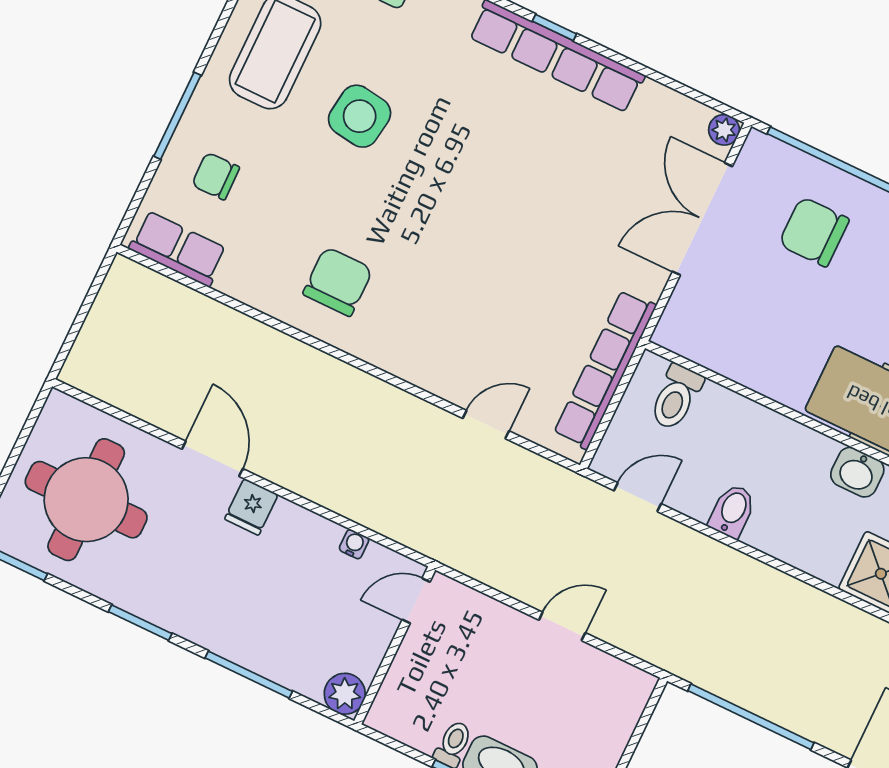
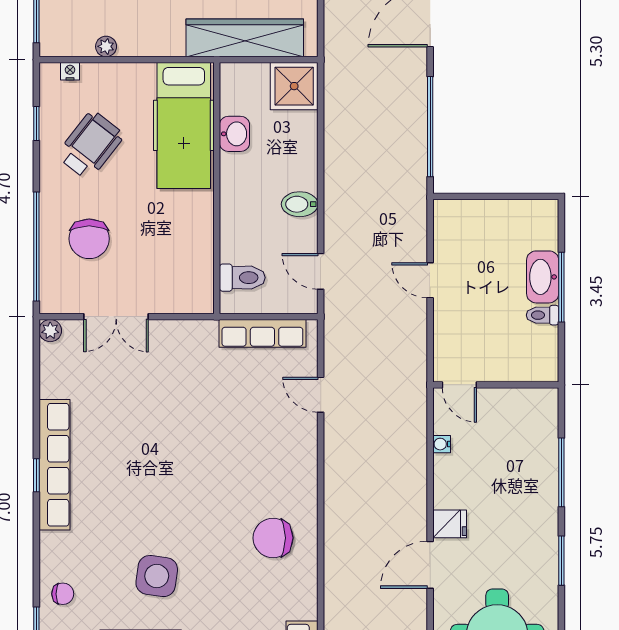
double door: (702, 219) -> (116, 317), width x0.73
row of seats: (605, 370) -> (262, 333), width x0.73
plant: (345, 694) -> (544, 403), removed

